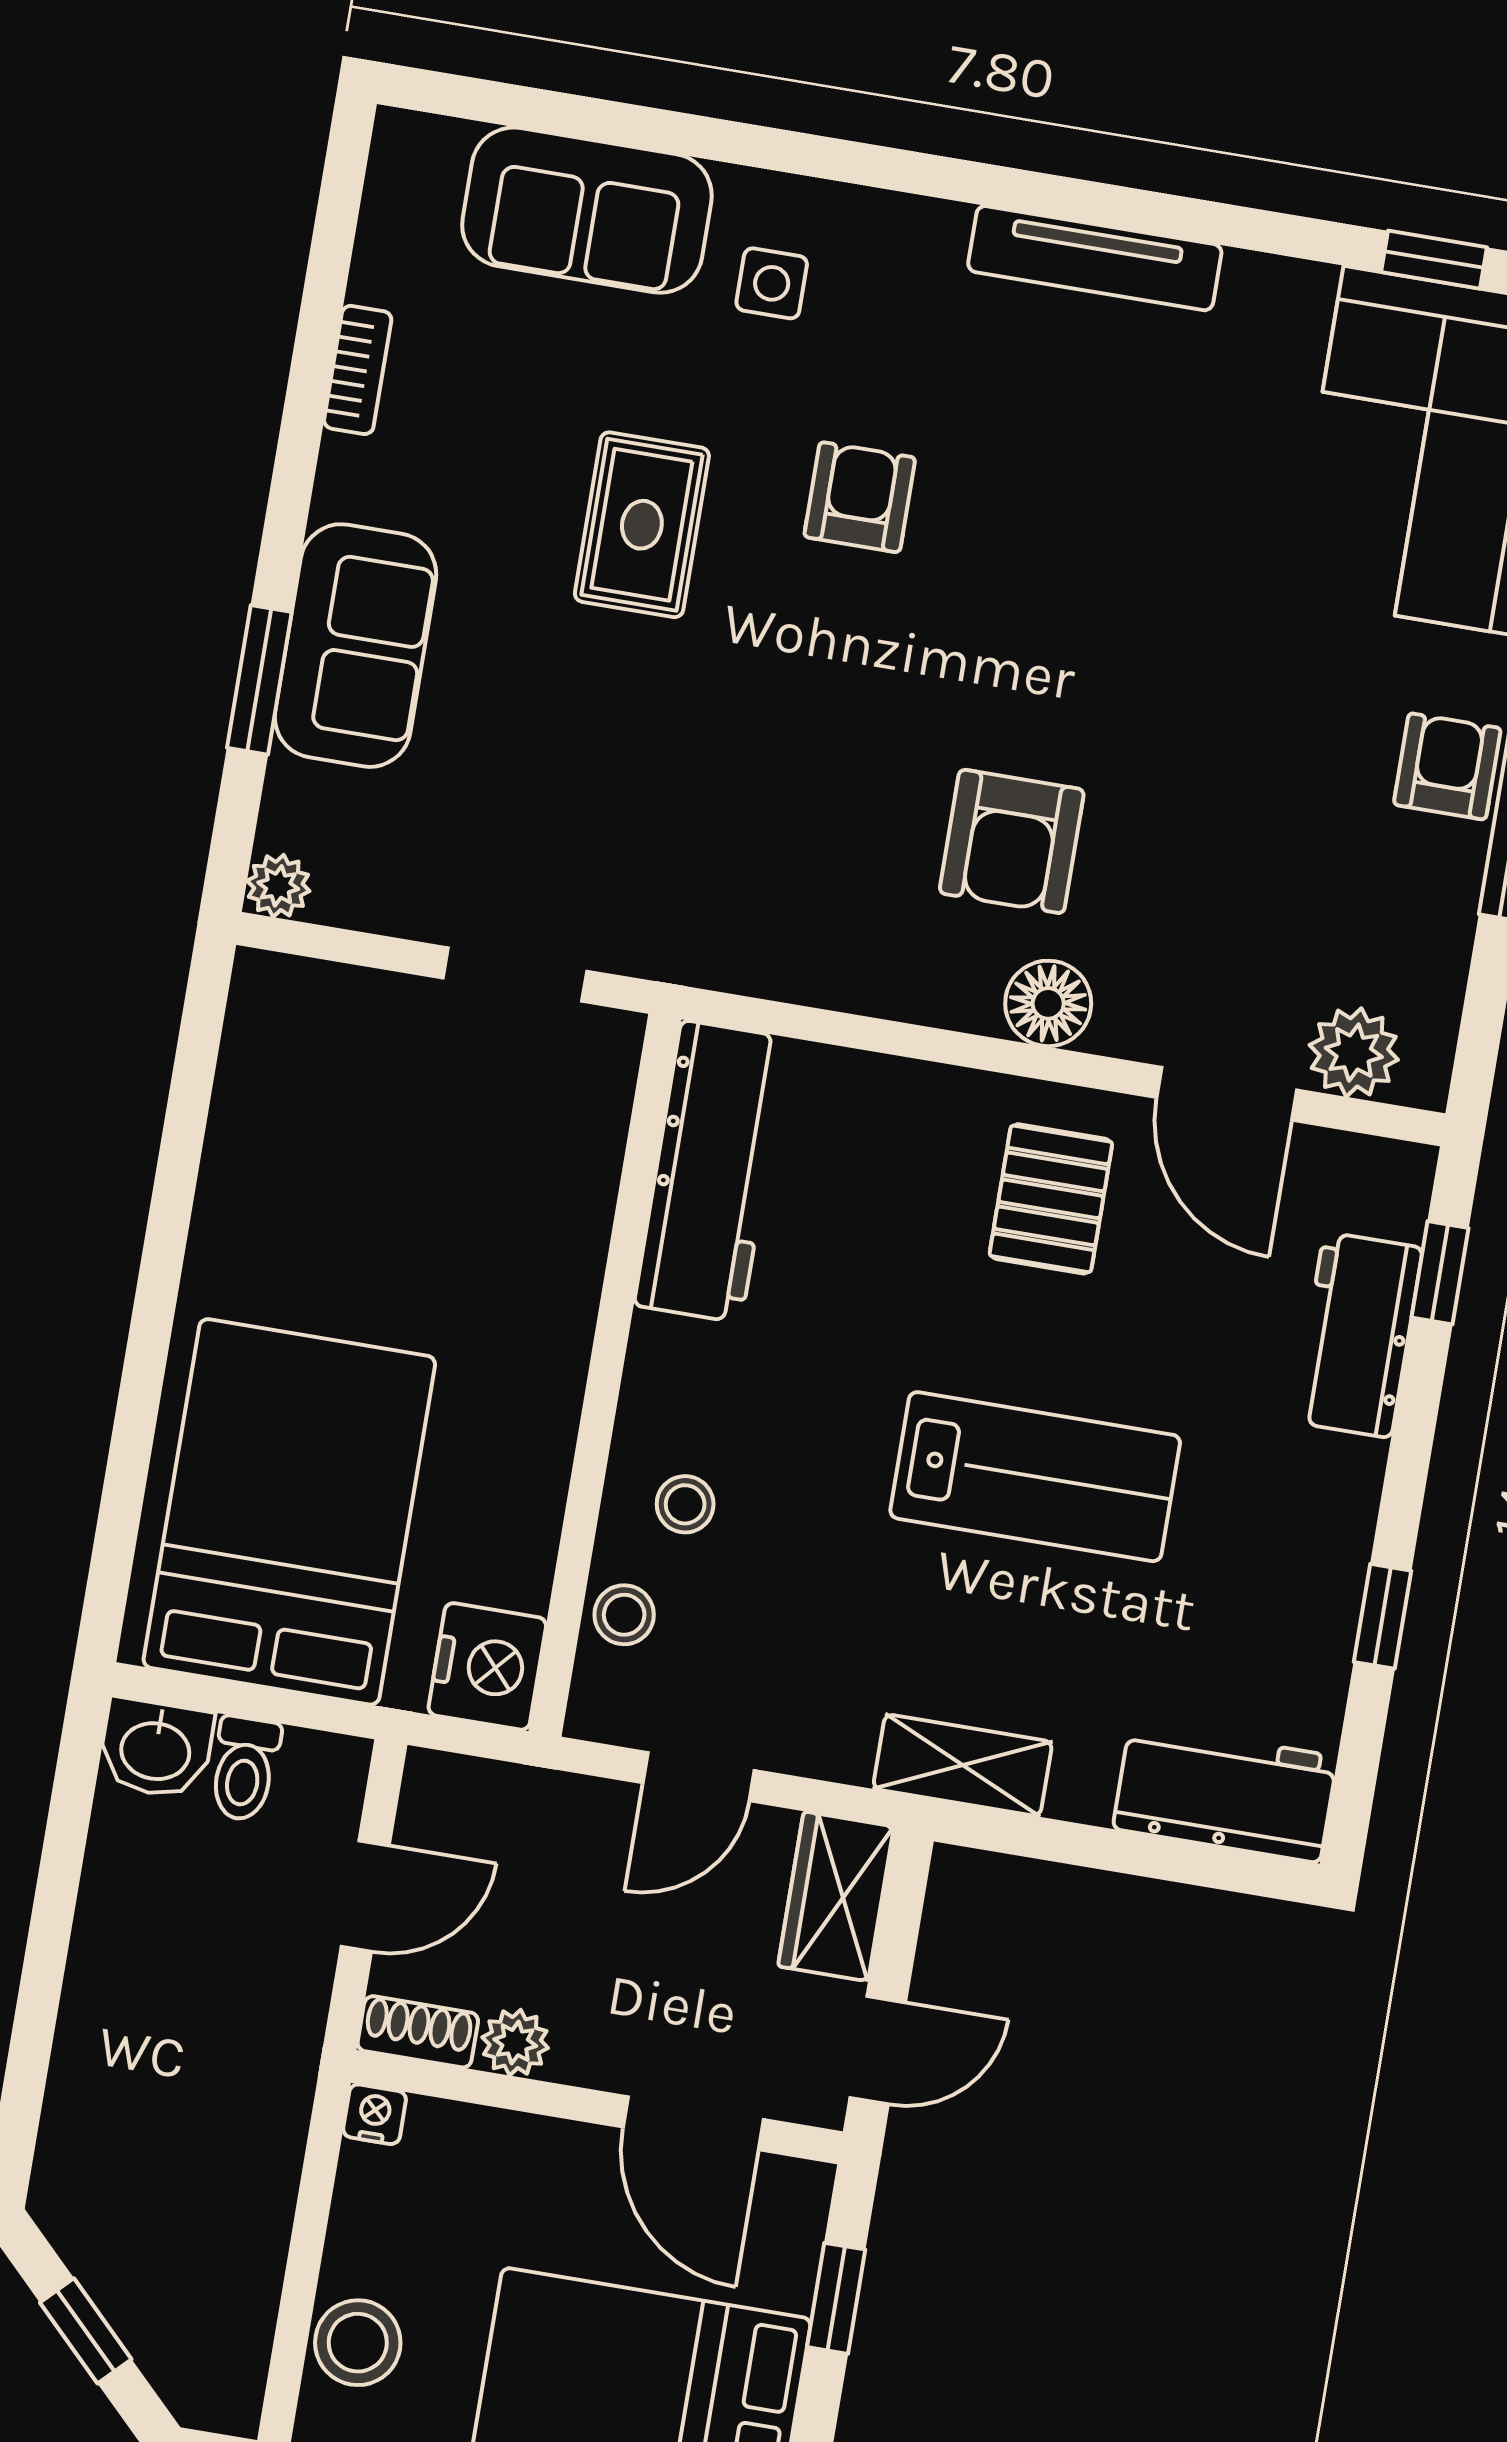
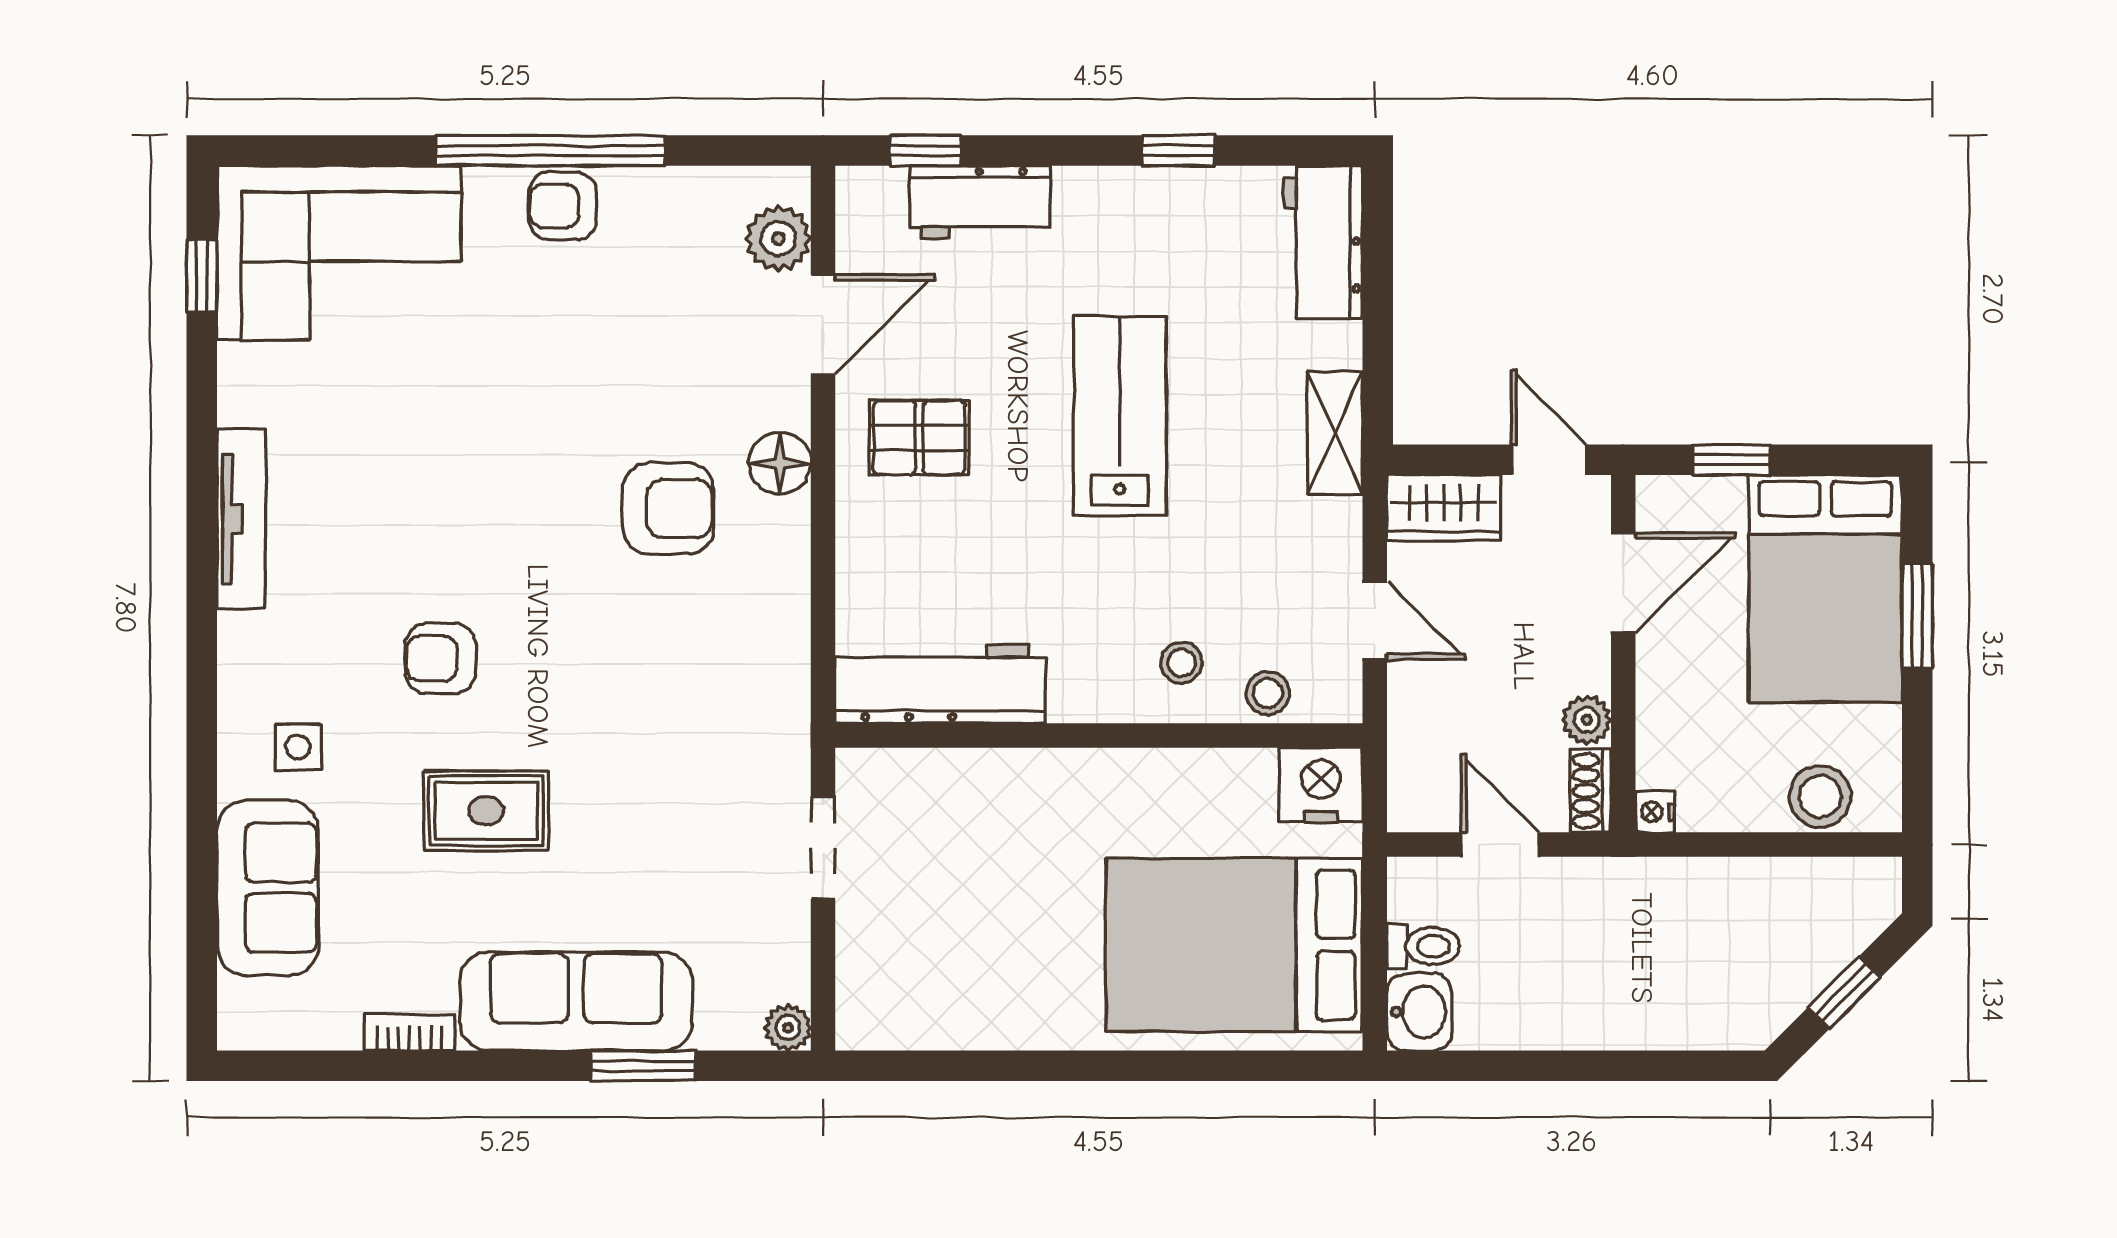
sofa: (356, 646) -> (576, 1001), width x1.36

